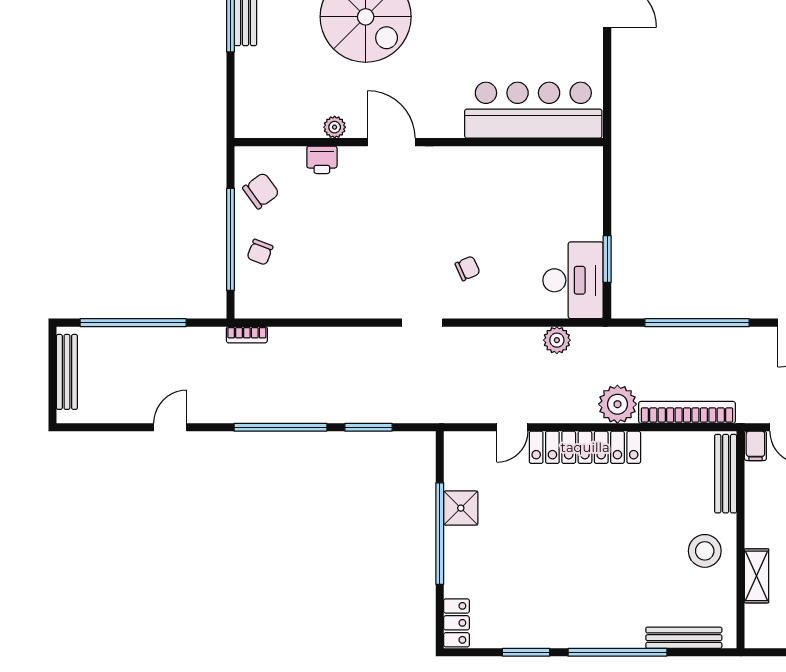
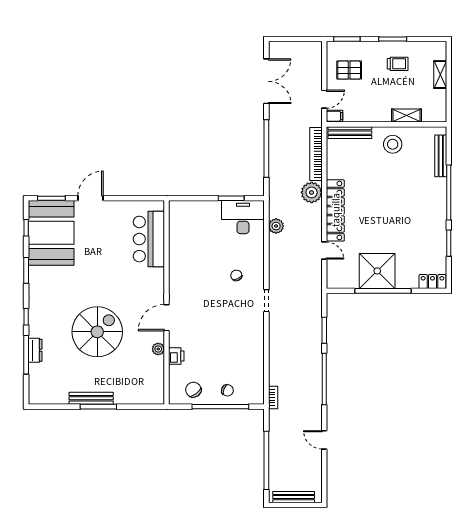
bar counter: (533, 110) -> (149, 239), width x0.73
shower: (461, 508) -> (377, 271), width x1.86, depth x1.86

